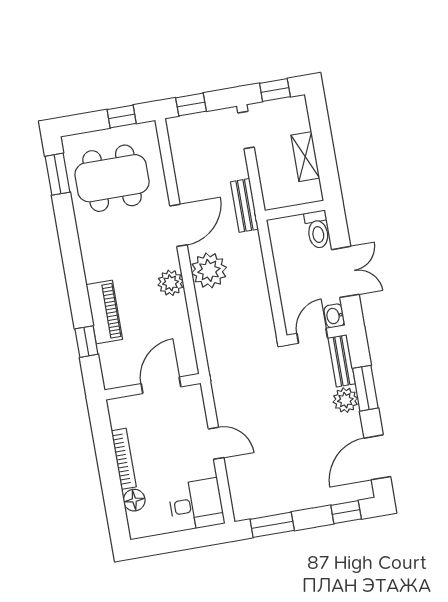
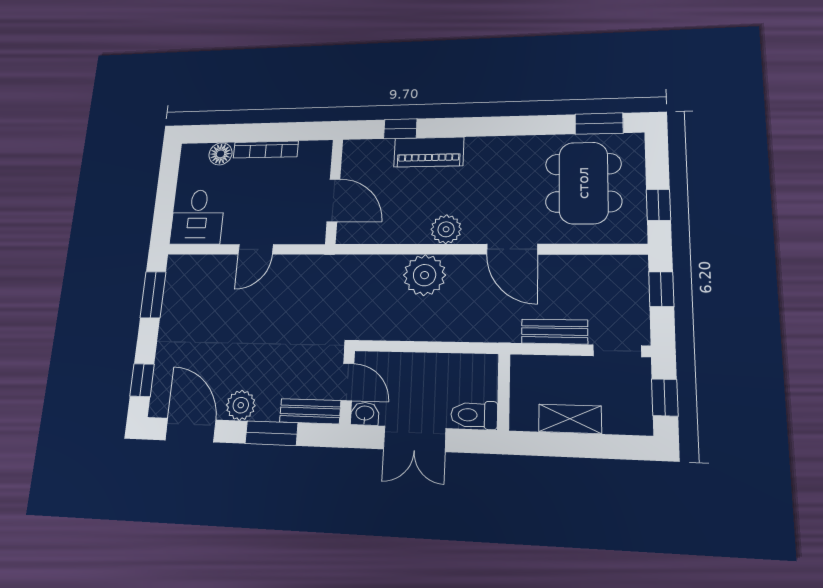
bench: (244, 205) -> (555, 332), moved
plant: (209, 270) -> (425, 275), moved
plant: (345, 400) -> (241, 405), moved

